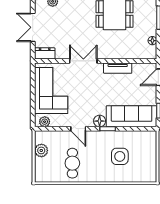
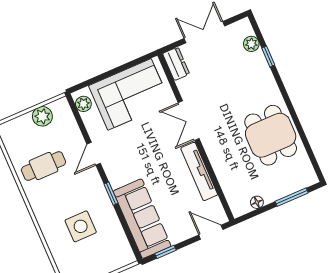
double door: (83, 61) -> (189, 121), swing flipped
tv unit: (118, 68) -> (199, 171), width x1.41
floor lamp: (100, 121) -> (117, 178), removed

